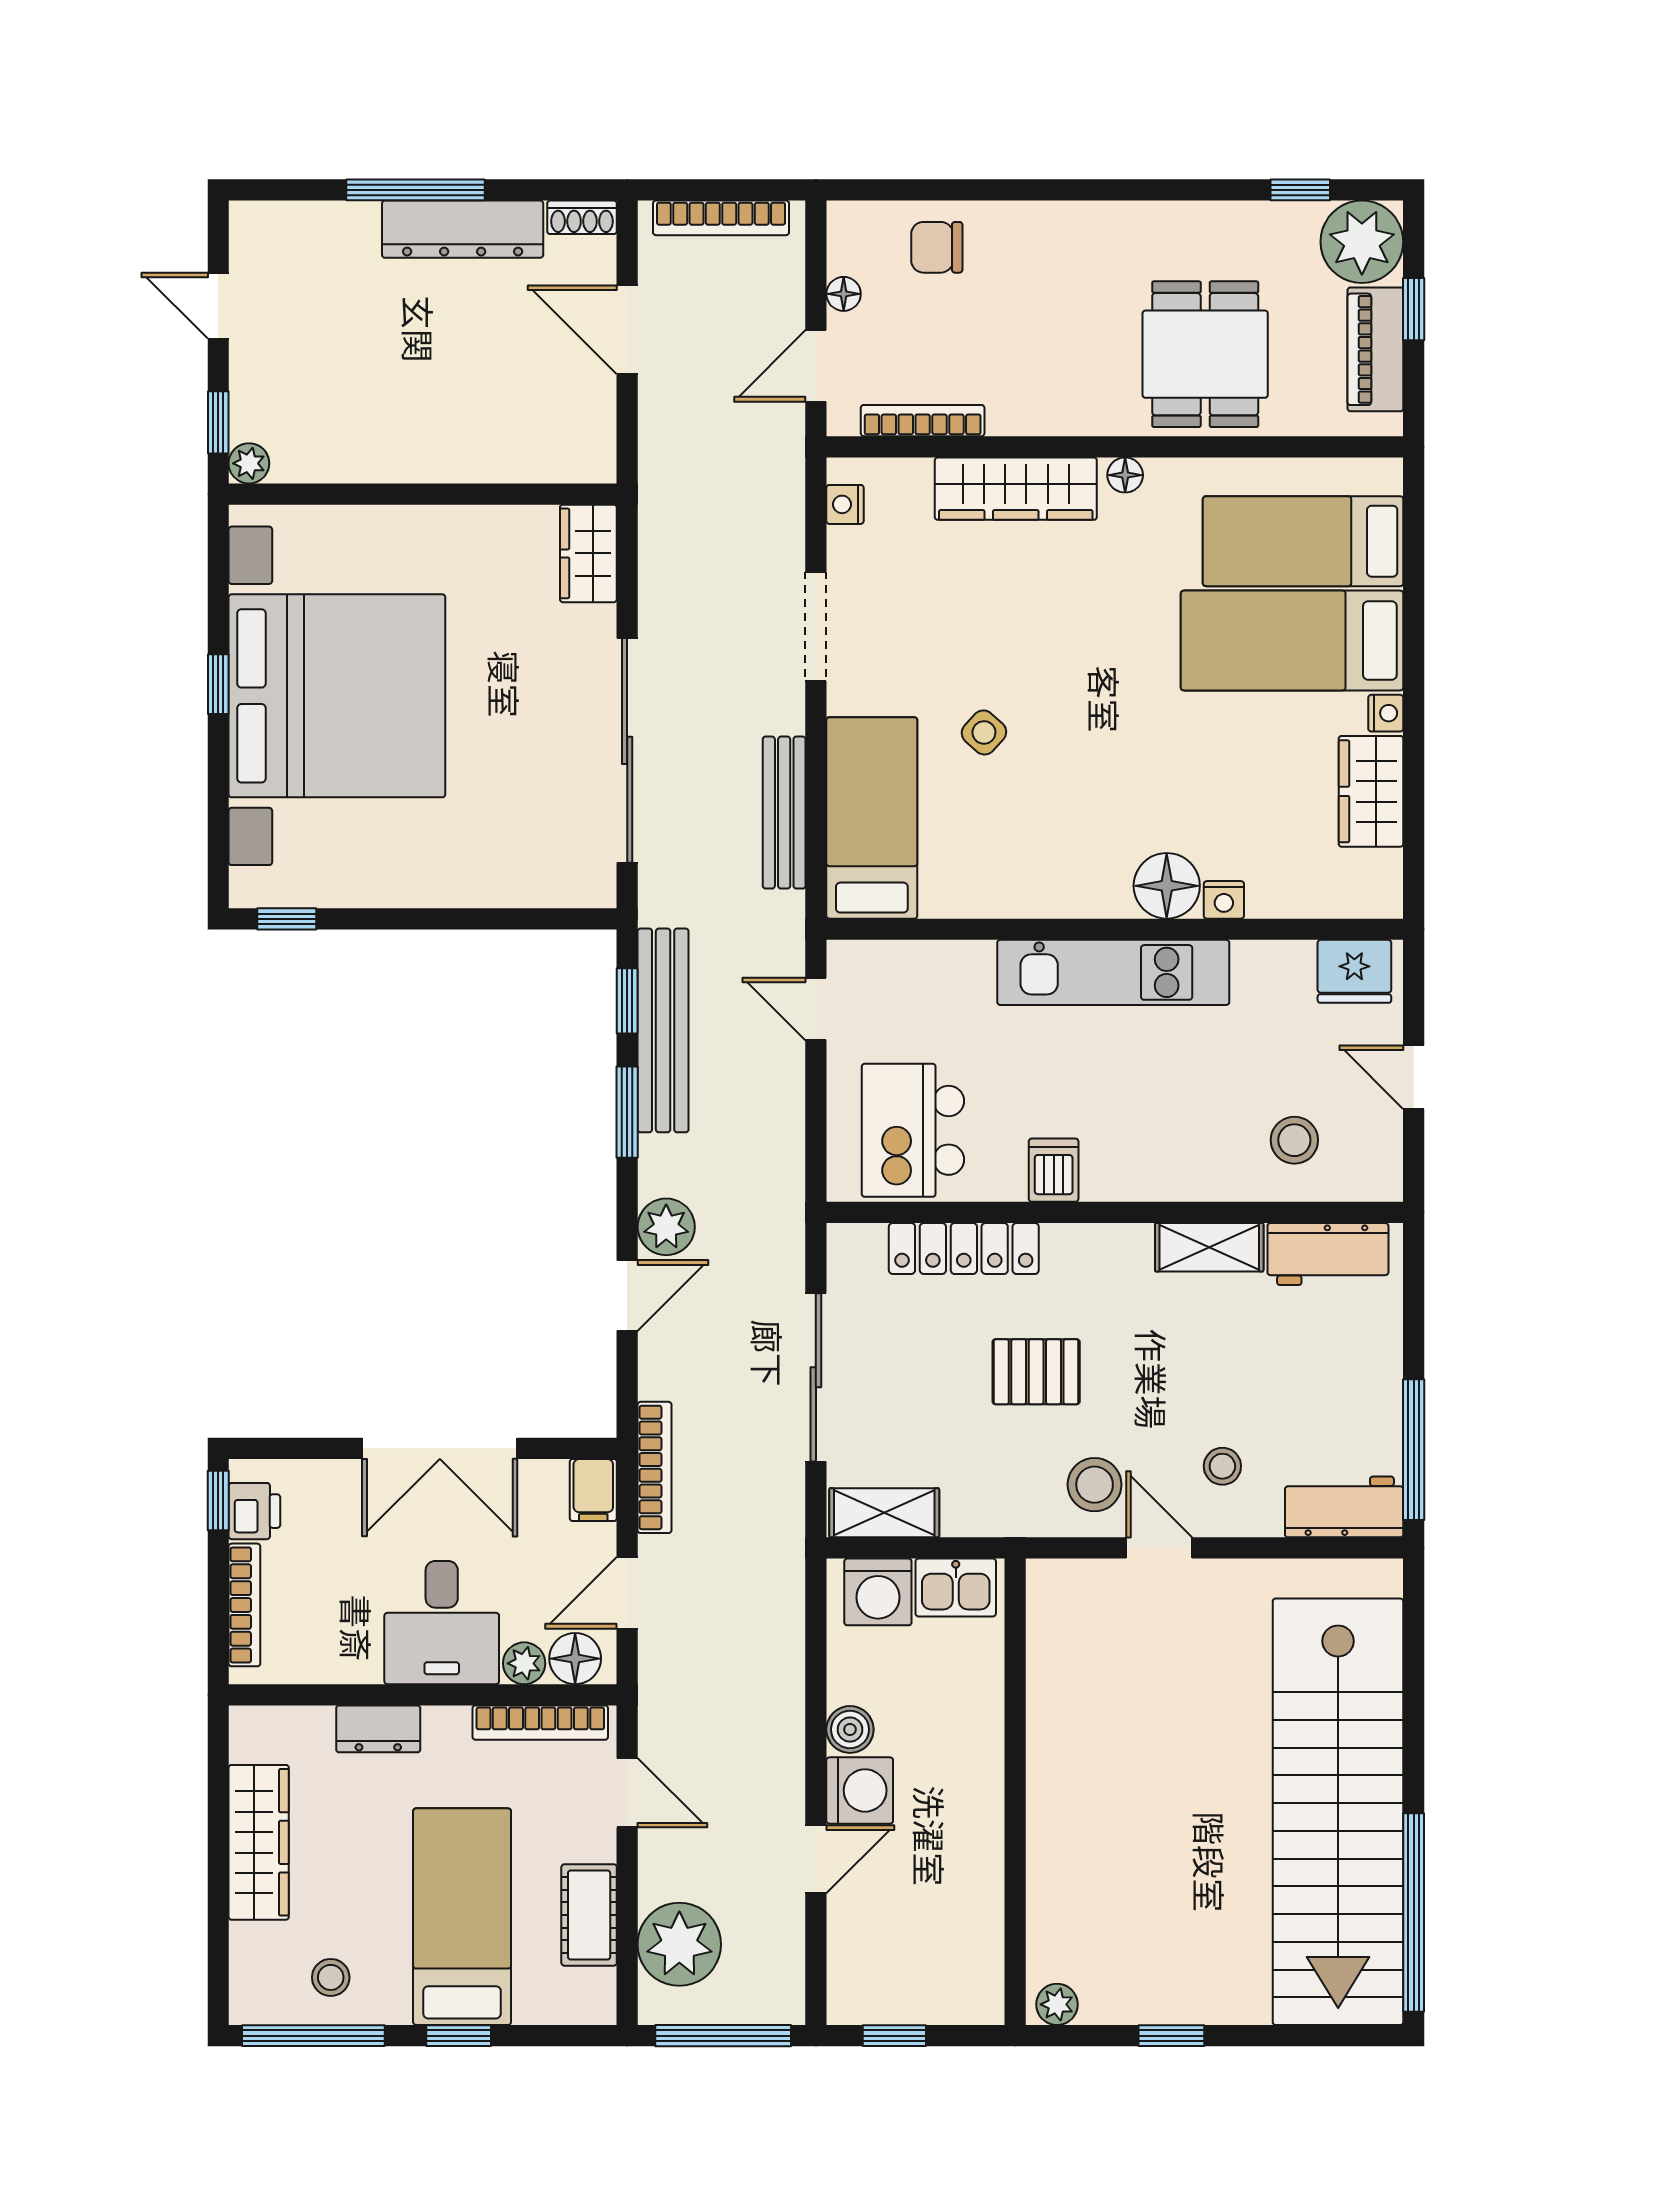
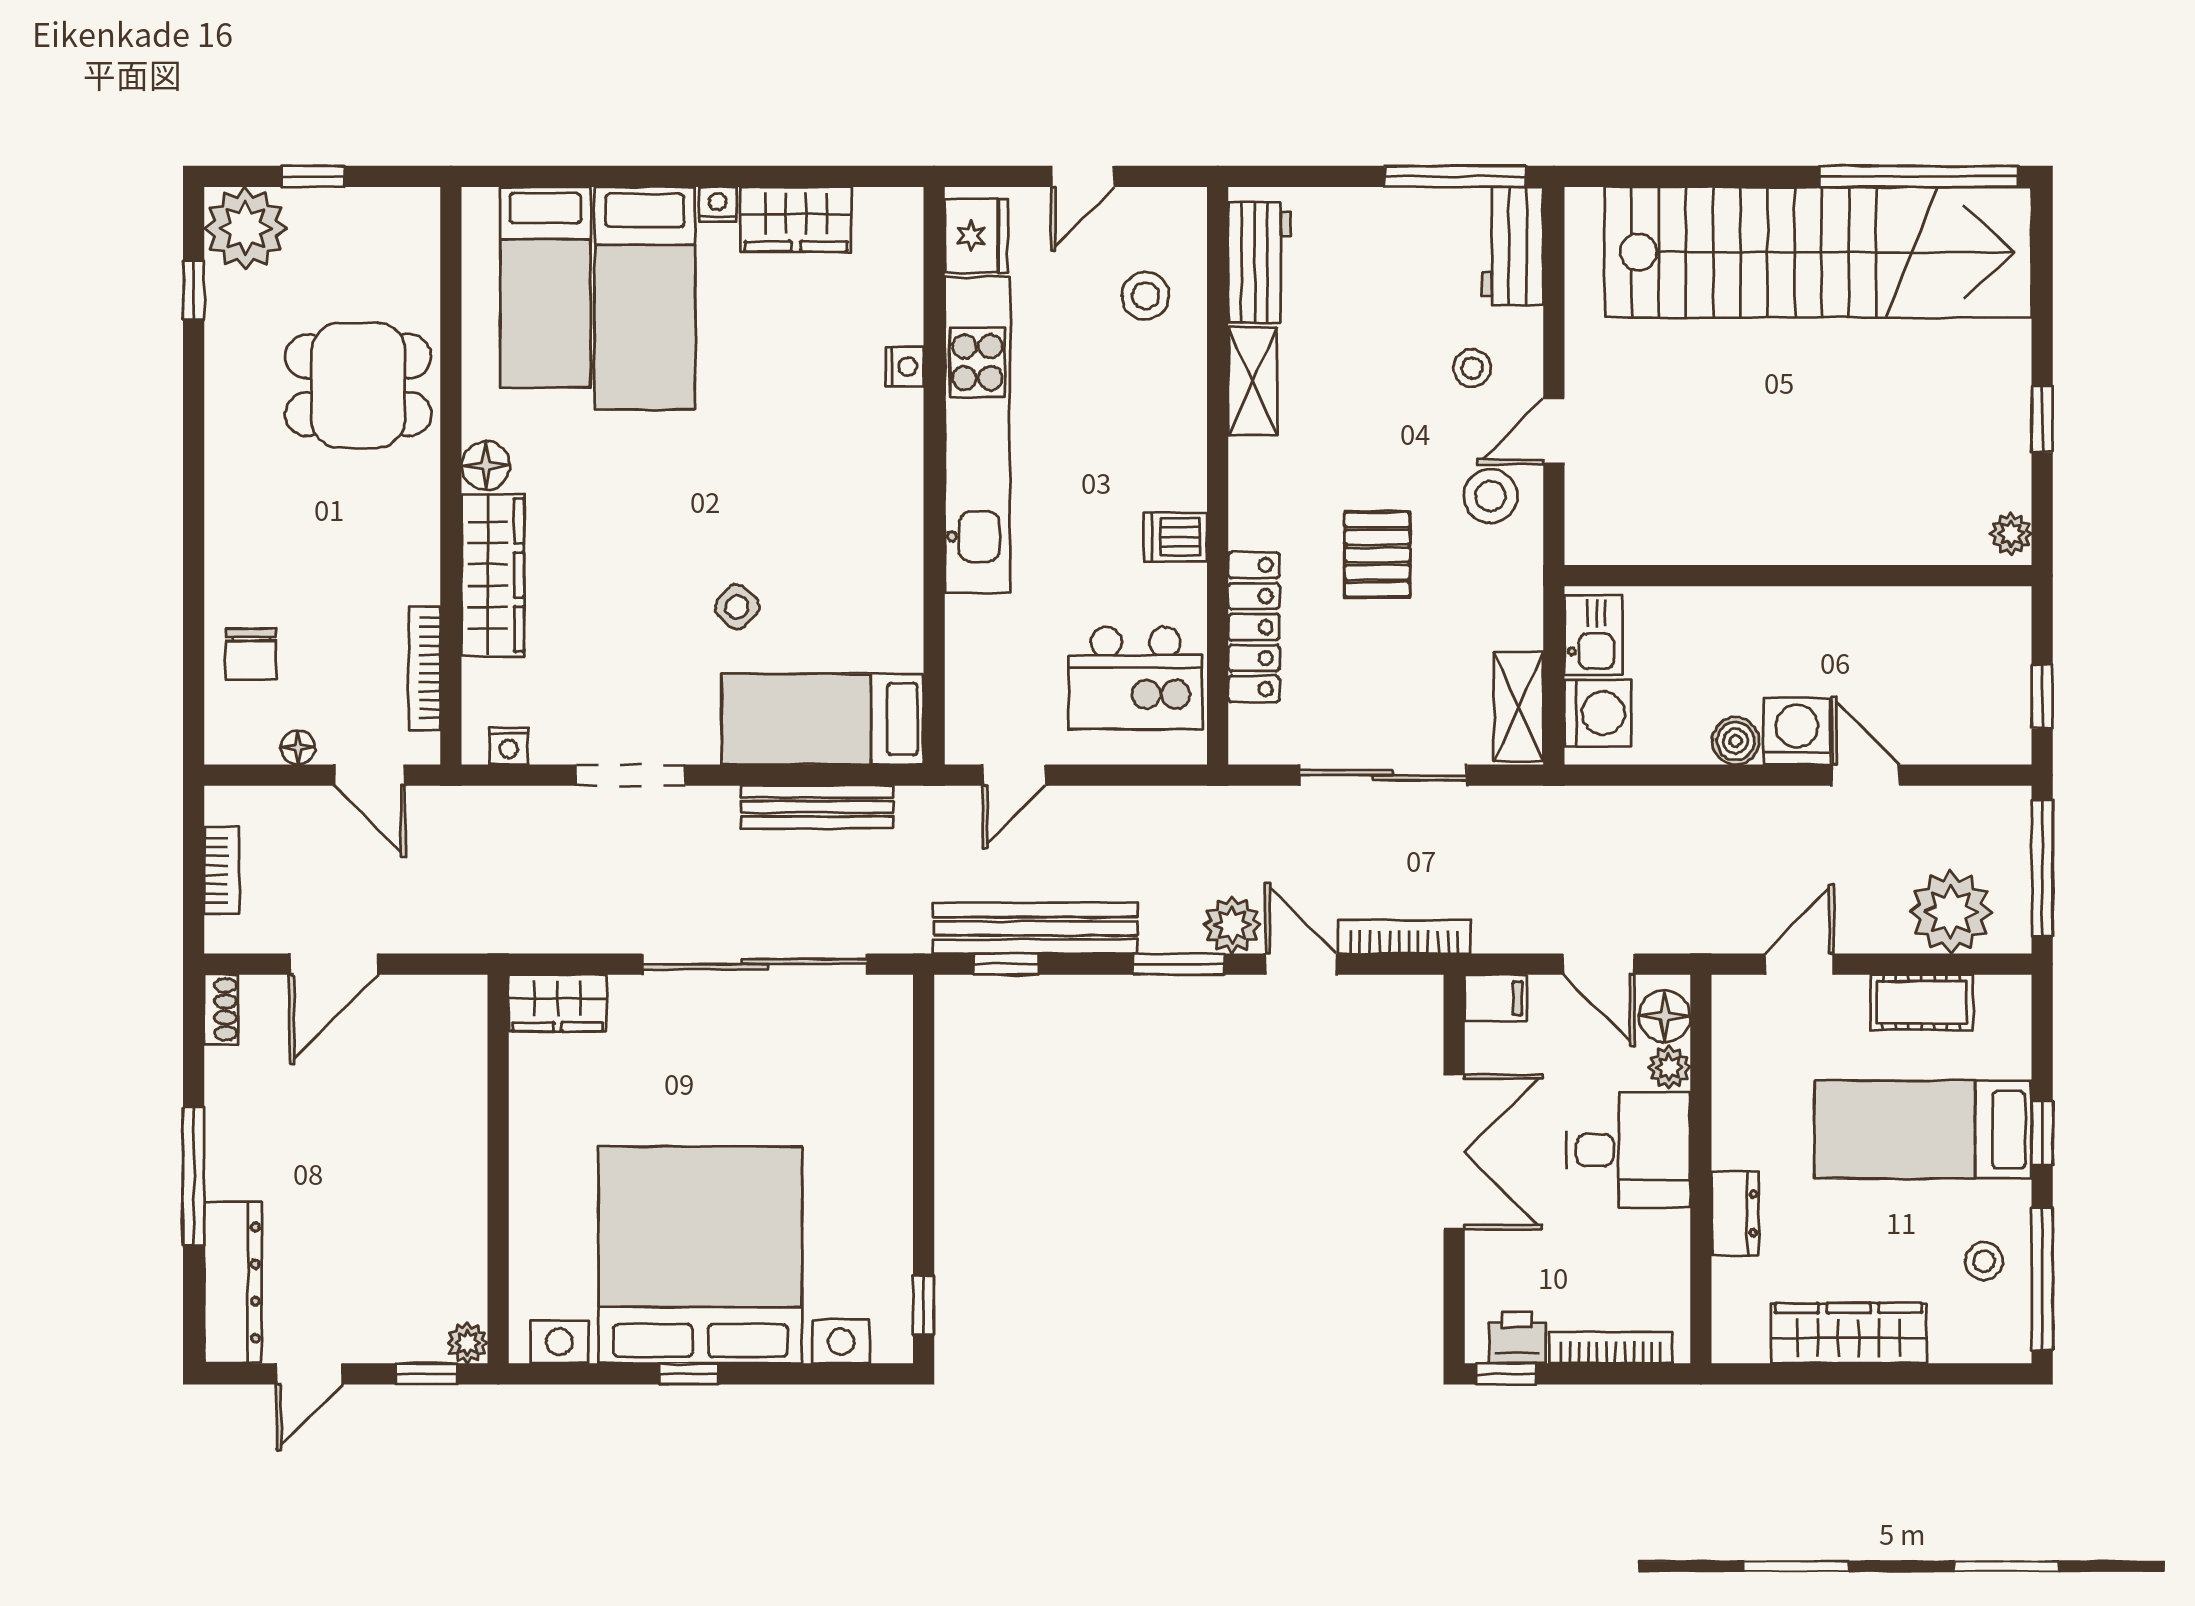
bookcase: (721, 218) -> (222, 870), width x0.64
dresser: (463, 229) -> (233, 1283), moved
piano: (1375, 349) -> (353, 215), removed
floor lamp: (1125, 475) -> (486, 465), width x1.37, depth x1.37
floor lamp: (1167, 886) -> (891, 424), removed
kitchen unit: (1113, 972) -> (977, 435), width x1.36
window: (627, 1112) -> (1179, 964), moved
bookcase: (655, 1467) -> (1404, 937), moved
bookcase: (540, 1723) -> (1729, 1051), removed

